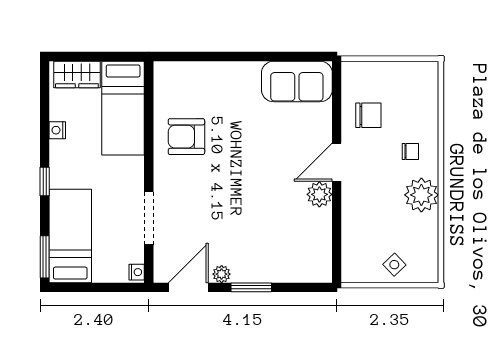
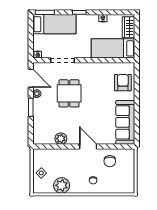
sofa: (297, 81) -> (125, 122), width x1.36
armchair: (186, 137) -> (123, 83), moved
plant: (319, 194) -> (61, 139), moved
plant: (421, 195) -> (62, 185), moved
dining table: (221, 204) -> (69, 93), added

